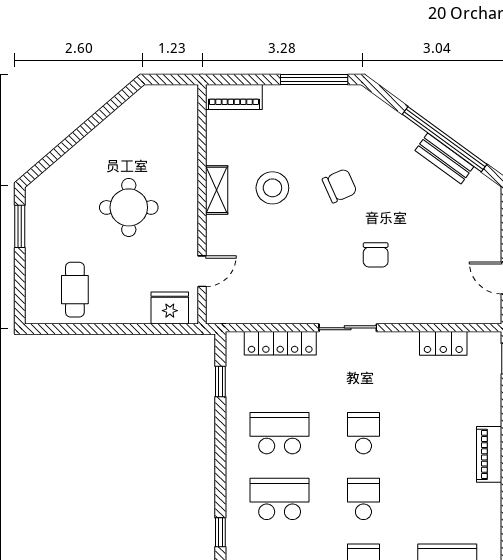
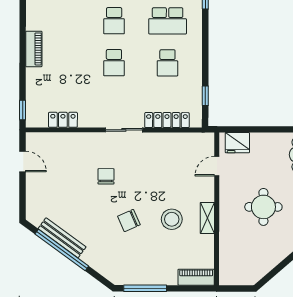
bench: (444, 159) -> (62, 238), width x1.36
school desk: (280, 433) -> (167, 63), width x0.54

